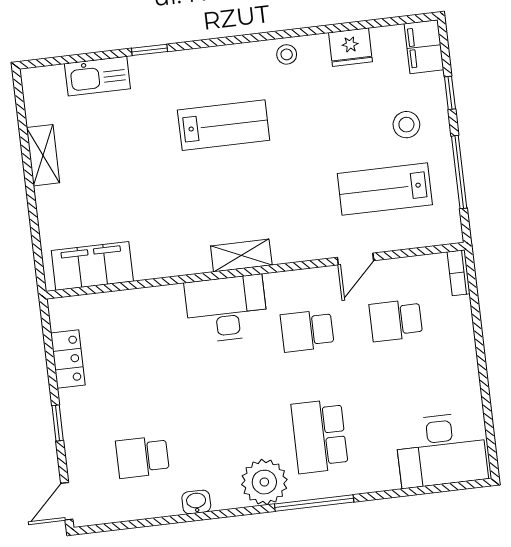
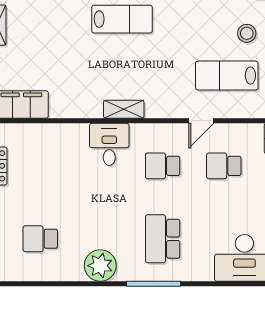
desk: (226, 309) -> (109, 144), width x0.73
plant: (264, 482) -> (100, 266), moved
washbasin: (196, 502) -> (73, 274), removed

